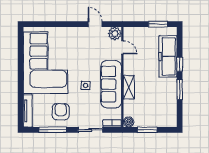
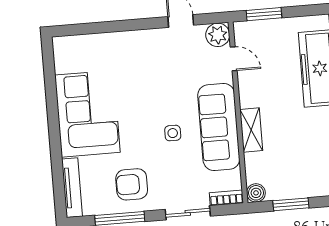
window: (158, 24) -> (264, 14), moved
corner sofa: (45, 63) -> (87, 114), width x0.73, depth x0.74
armchair: (61, 112) -> (132, 184), turned -90

